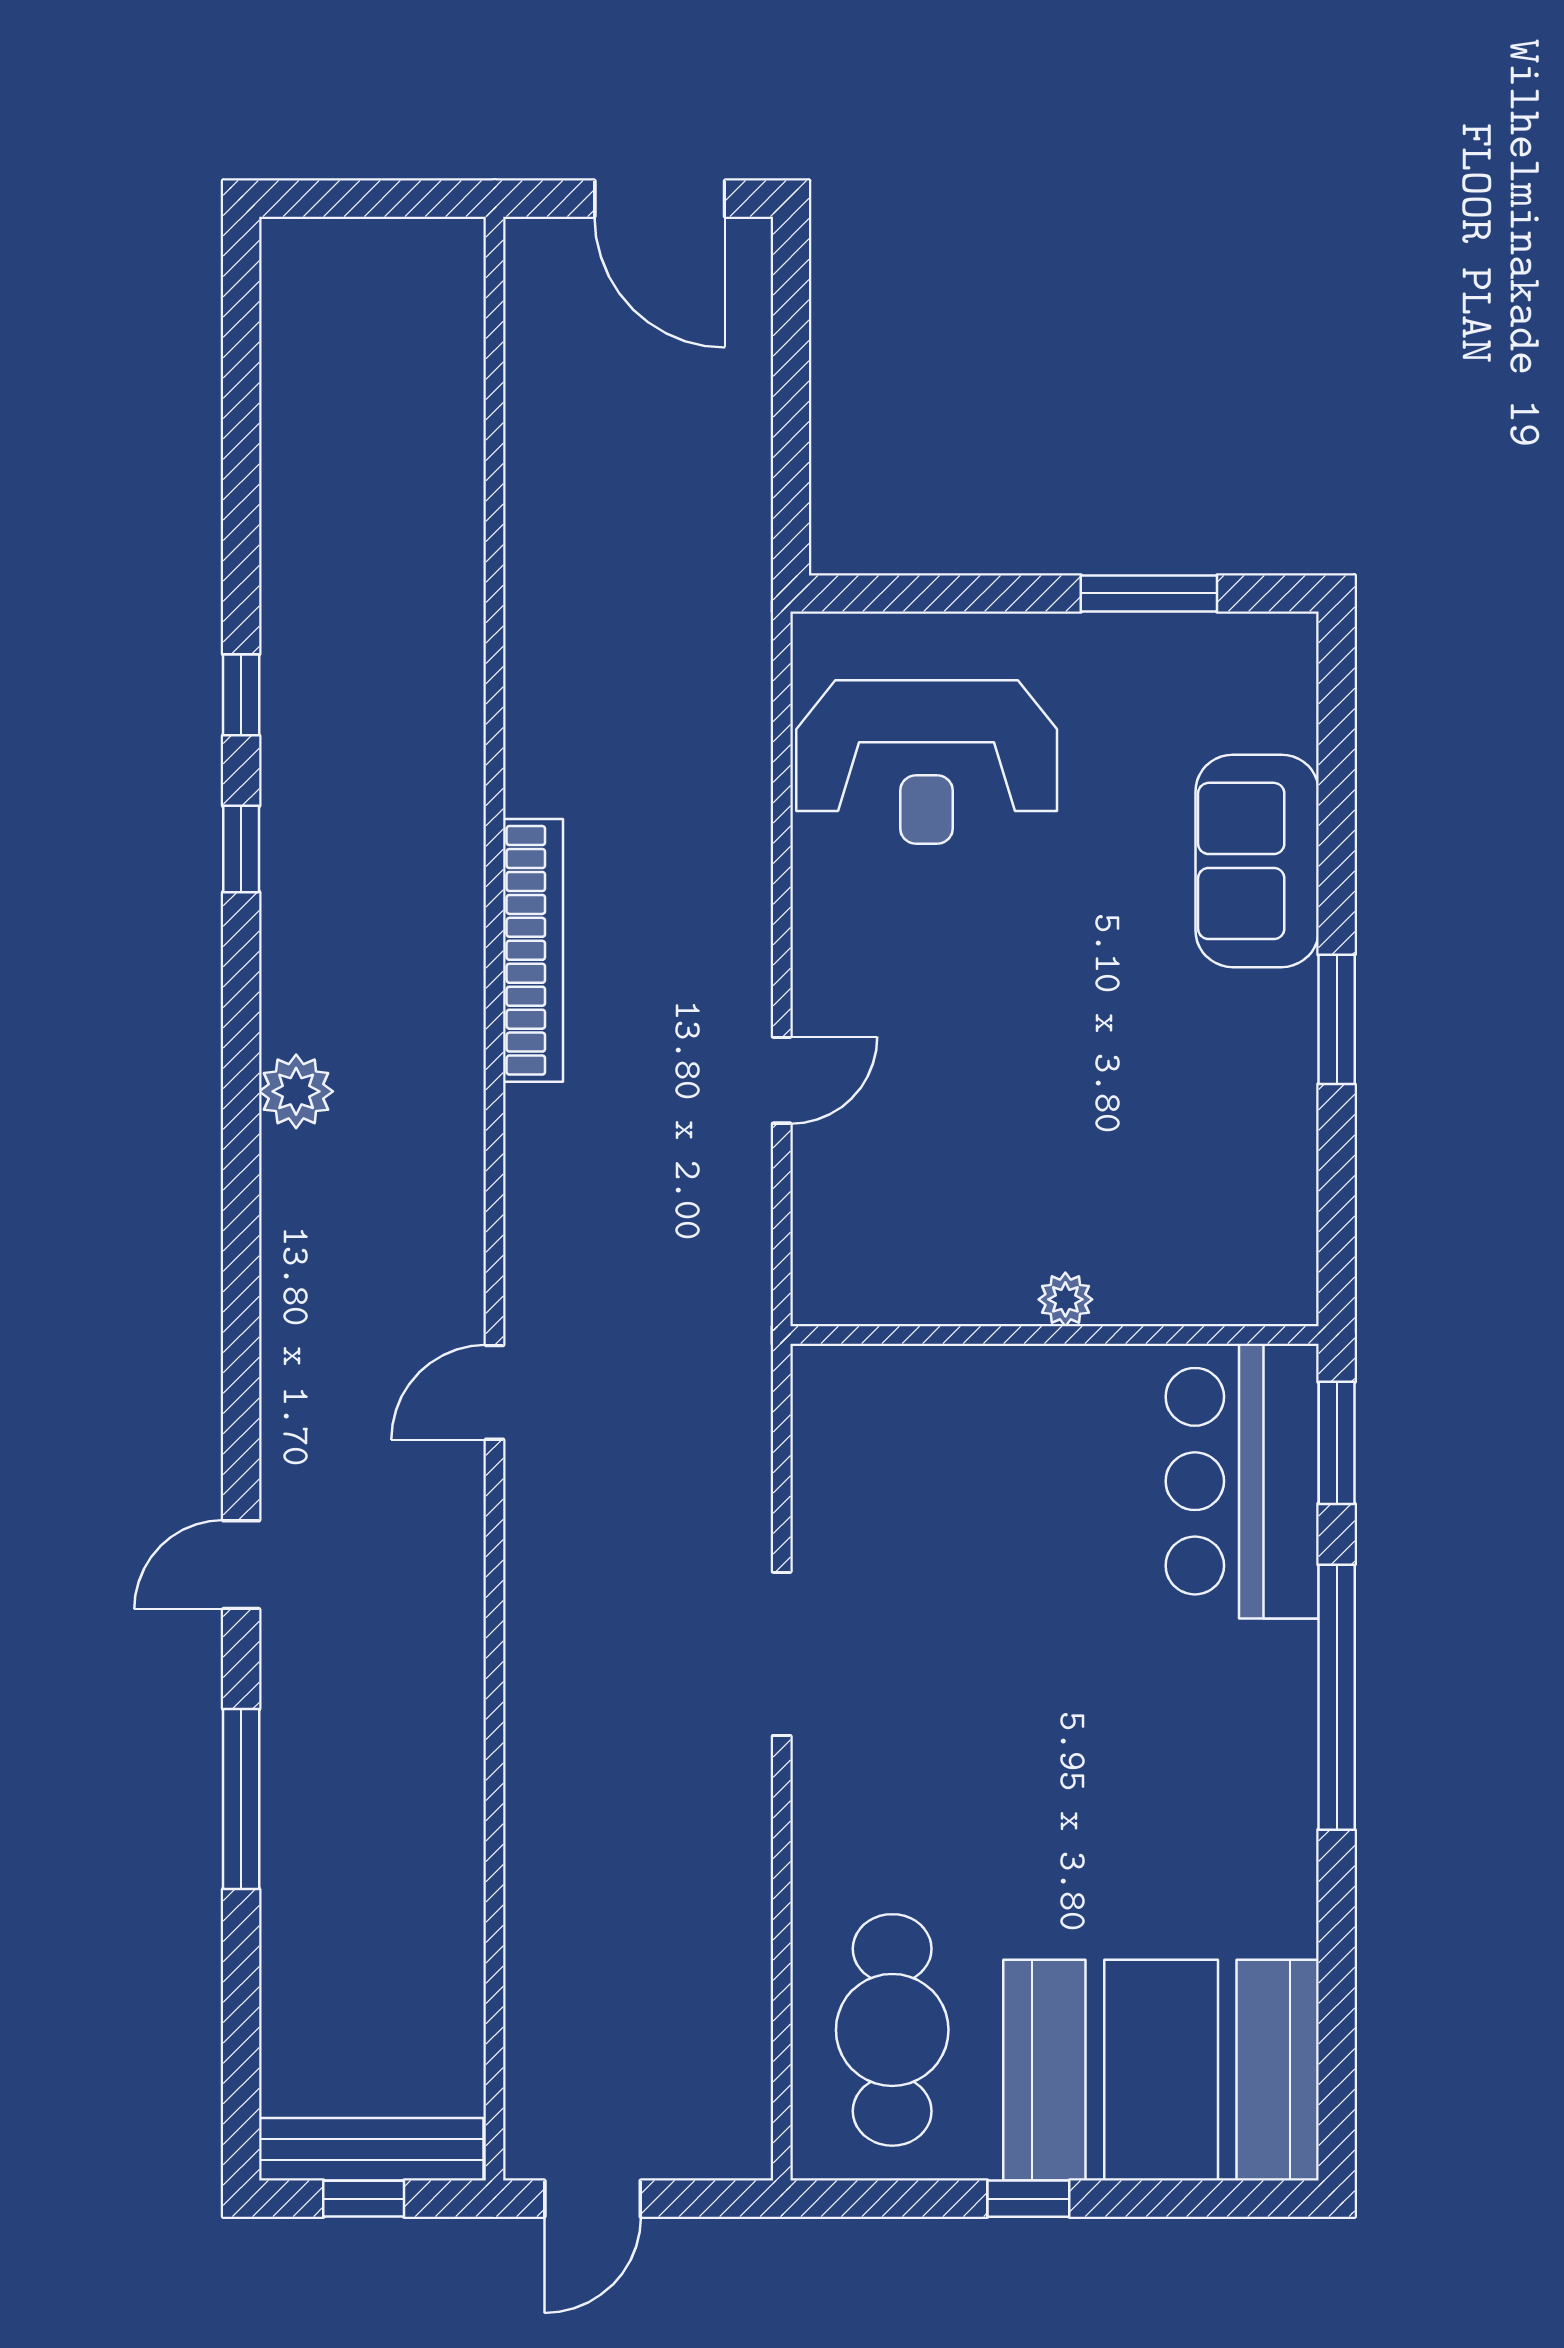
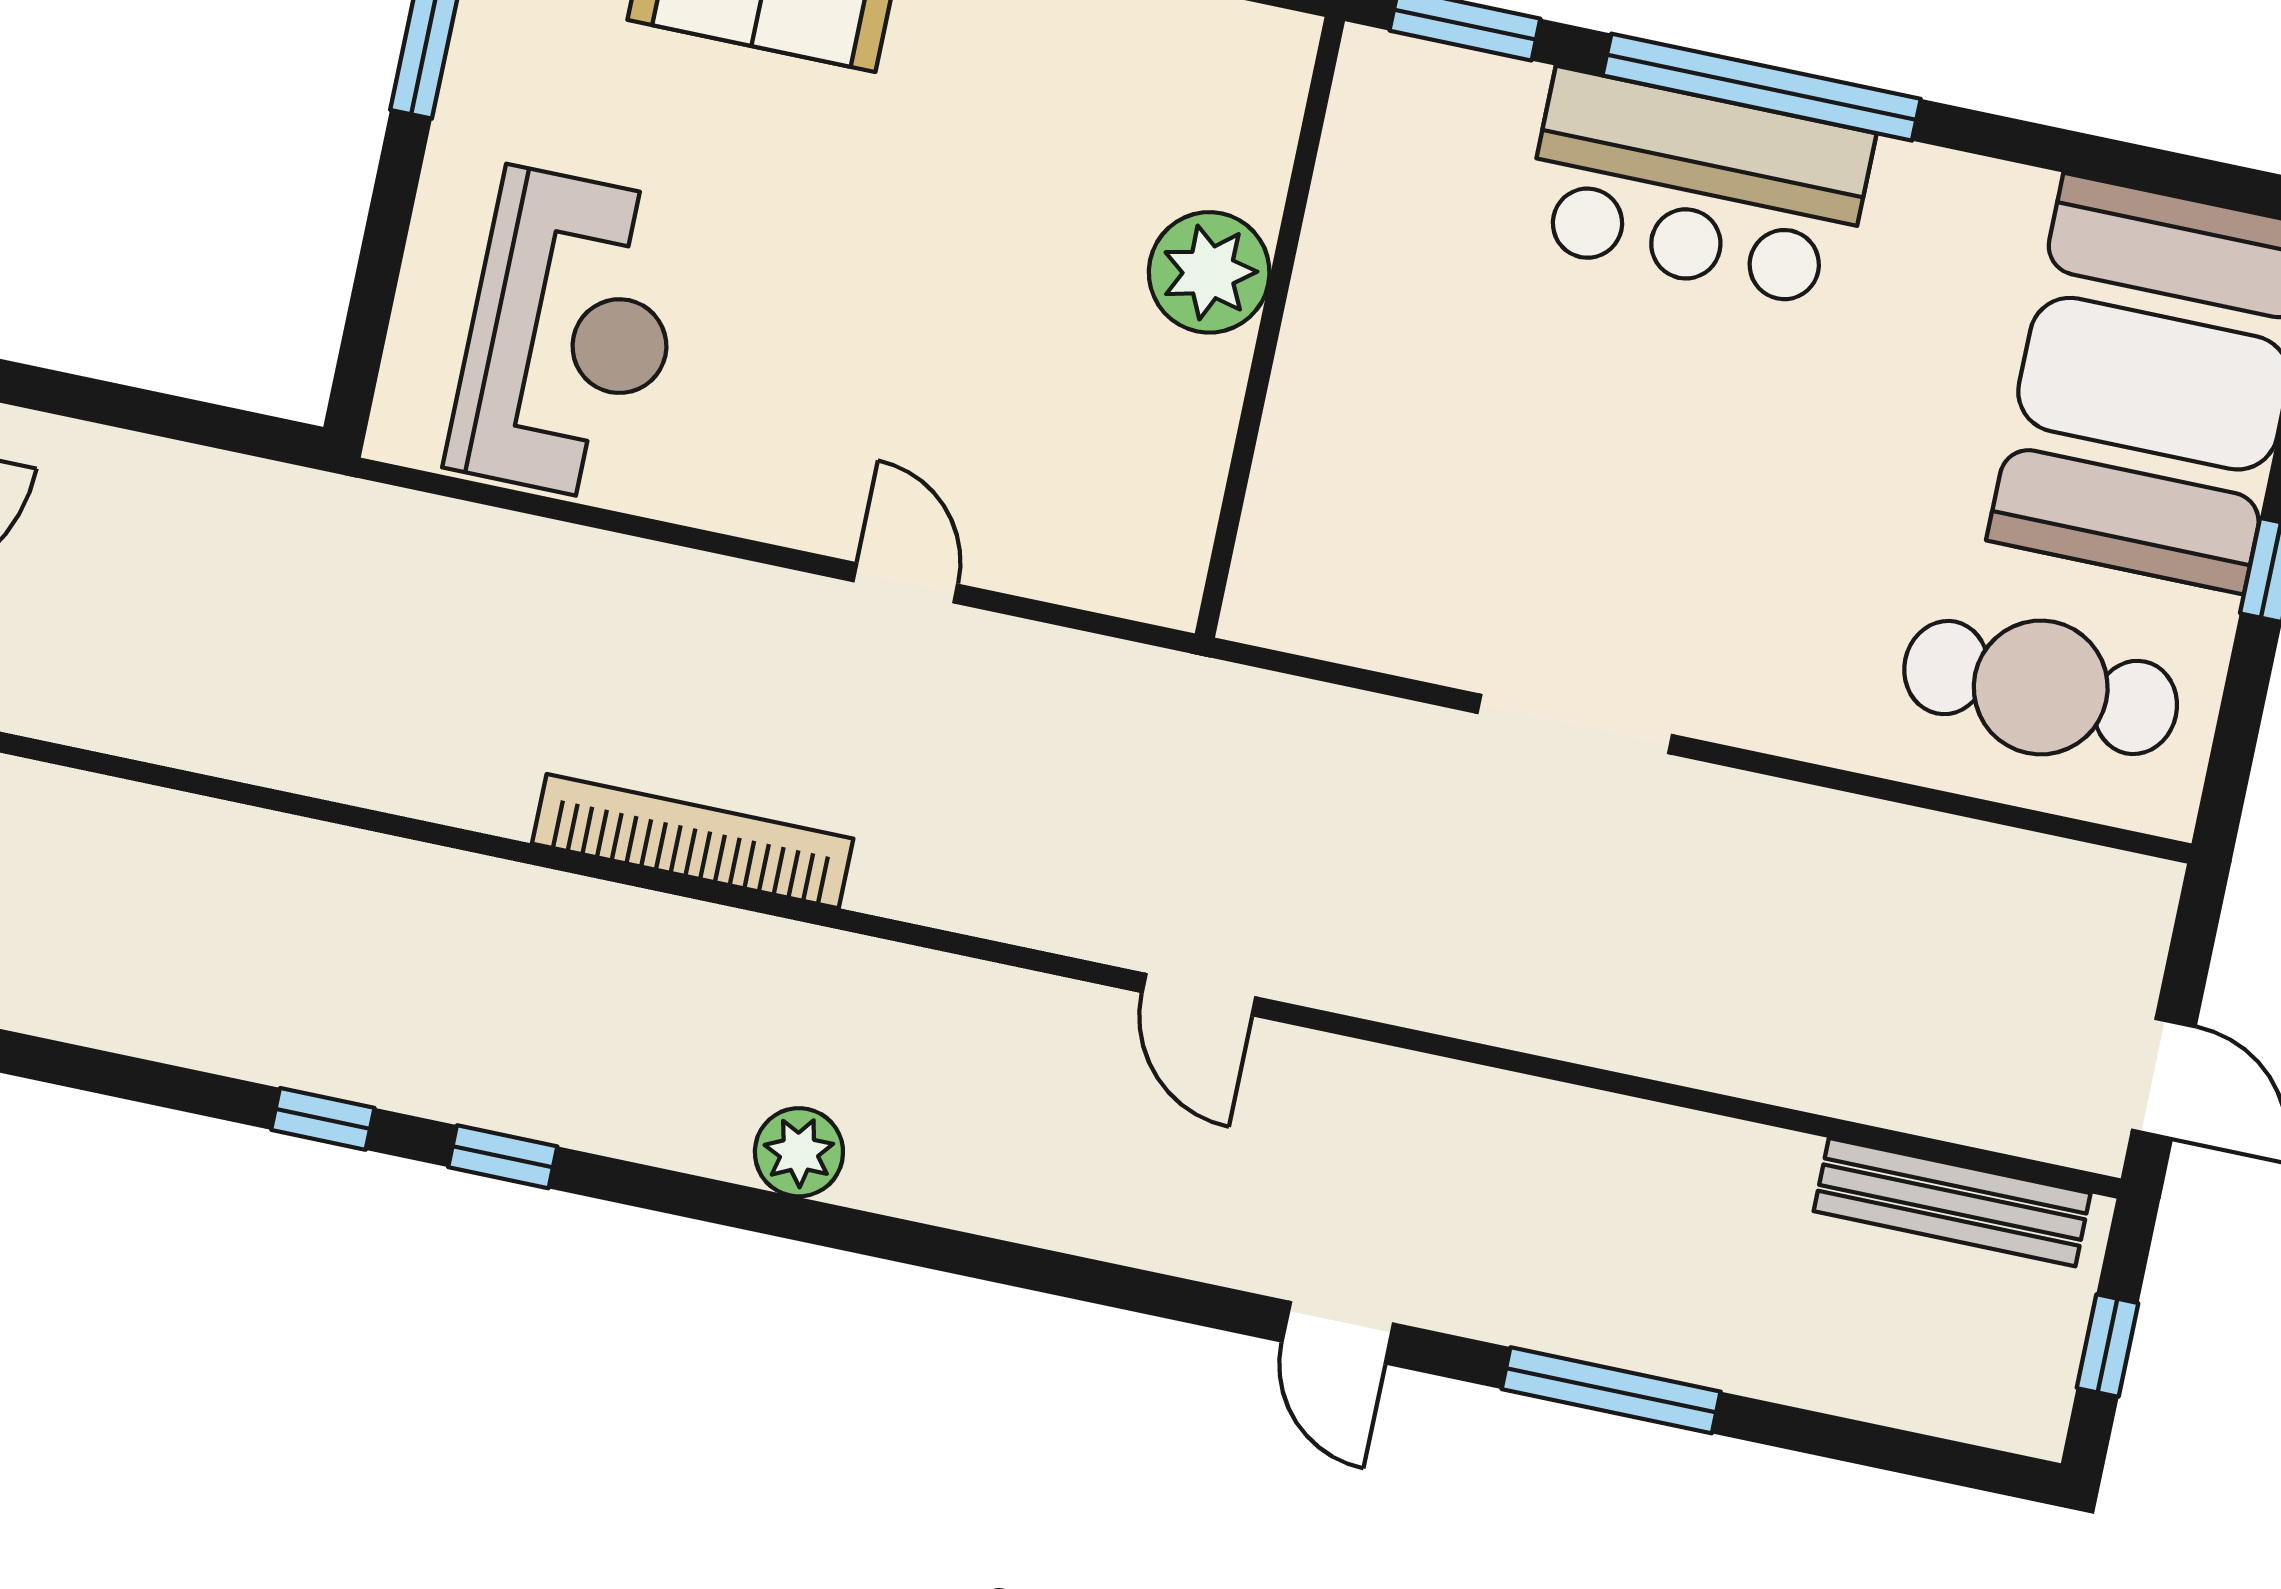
plant: (1065, 1299) -> (1209, 272), width x1.88, depth x1.88
bar counter: (1242, 1481) -> (1698, 189), moved
bench: (371, 2149) -> (1952, 1202), moved, turned 90

